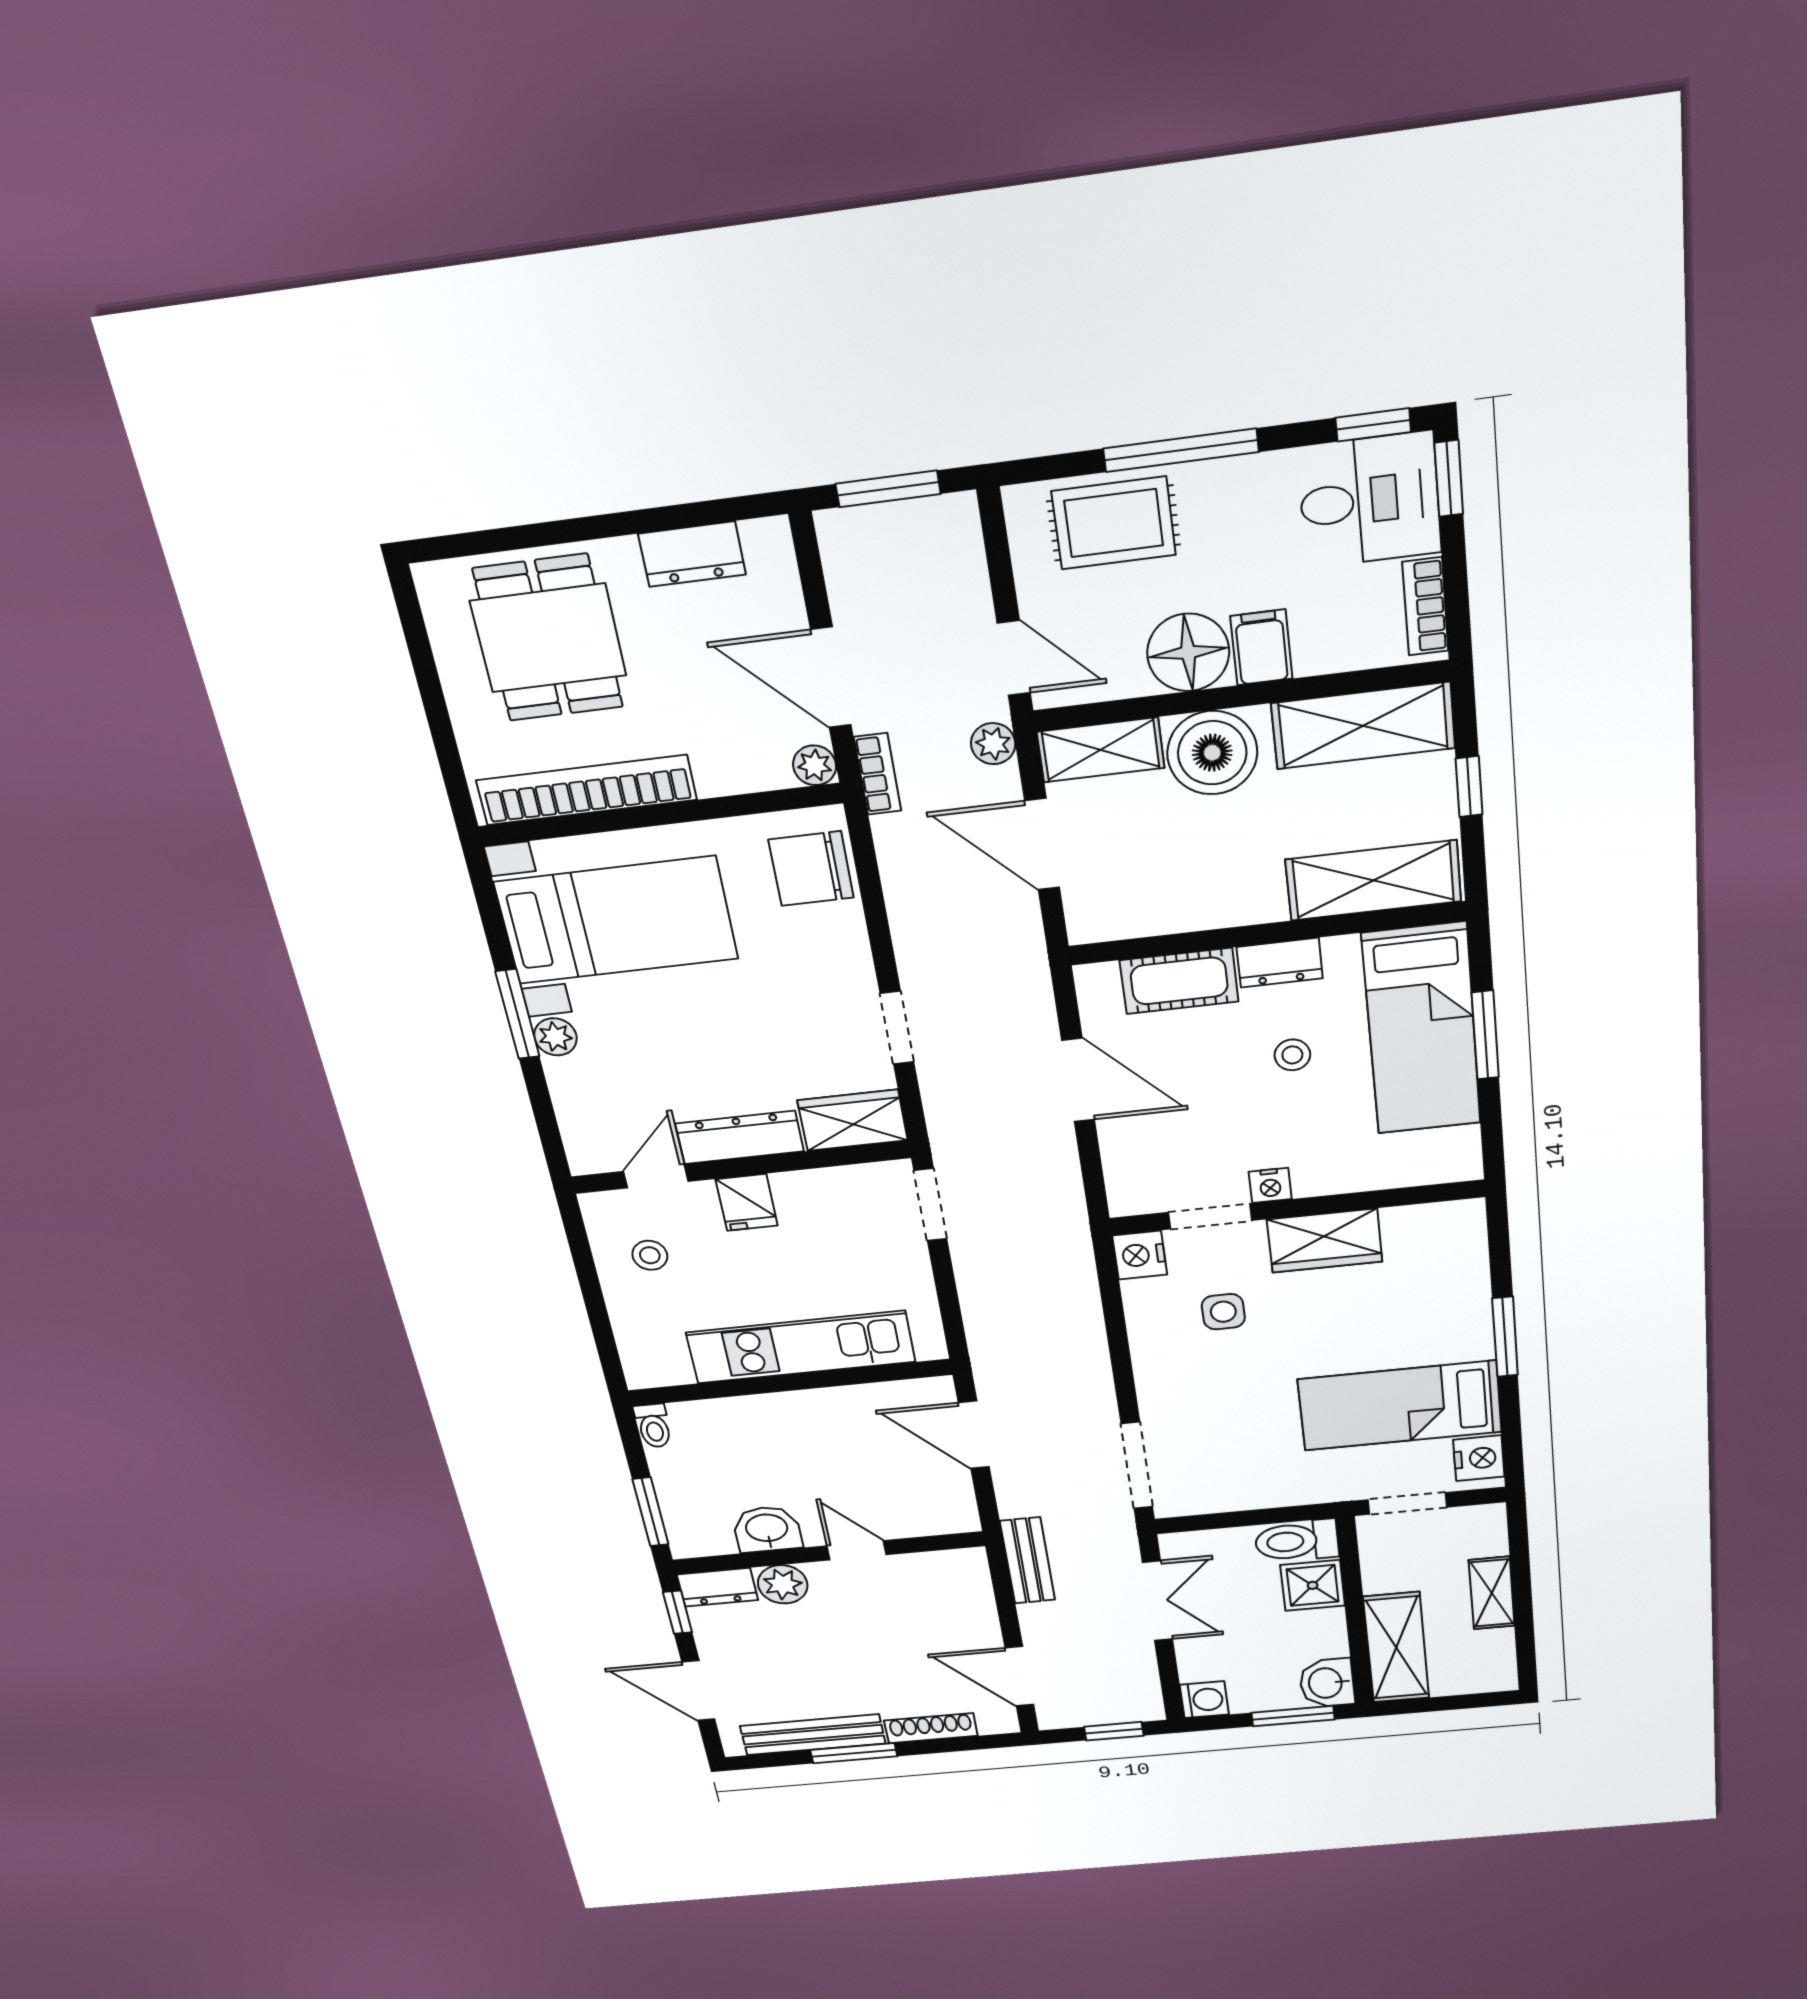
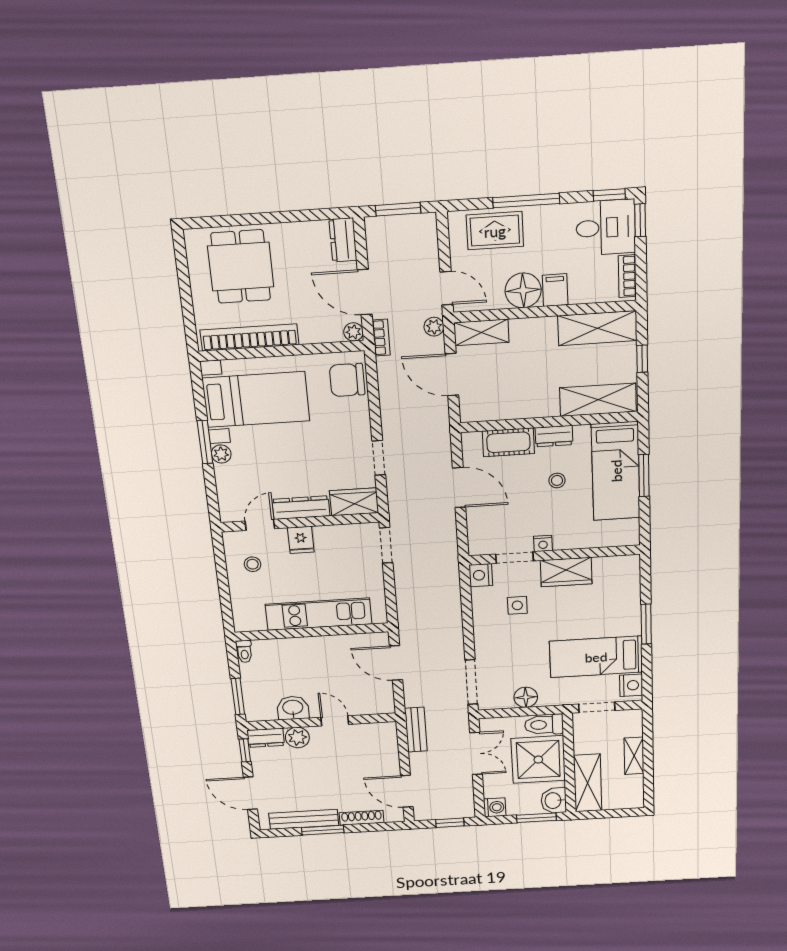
dresser: (692, 554) -> (343, 240), moved, turned 90
boiler: (1212, 753) -> (531, 337), removed
floor lamp: (1254, 1490) -> (526, 697), added
shower: (1313, 1585) -> (538, 760), width x1.86, depth x1.86

